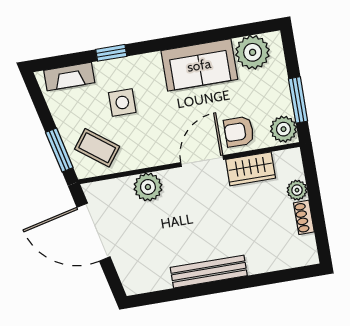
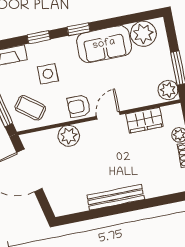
window: (165, 44) -> (78, 29), added
armchair: (239, 132) -> (79, 106), moved
door: (202, 161) -> (108, 115), width x0.73

